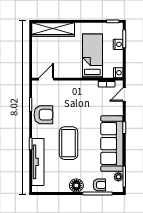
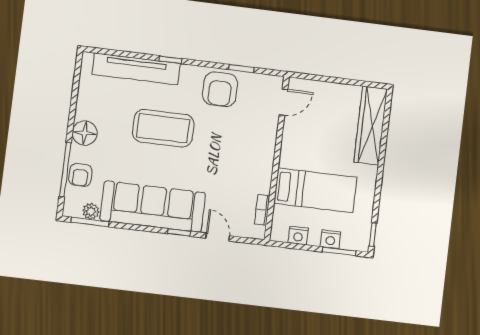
nightstand: (118, 73) -> (298, 236), moved
door: (46, 79) -> (283, 102), hinge flipped
door: (124, 94) -> (218, 237), moved

